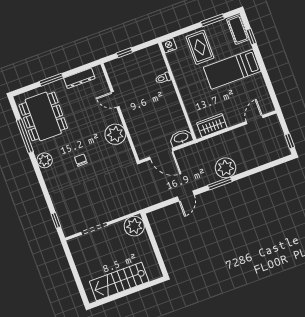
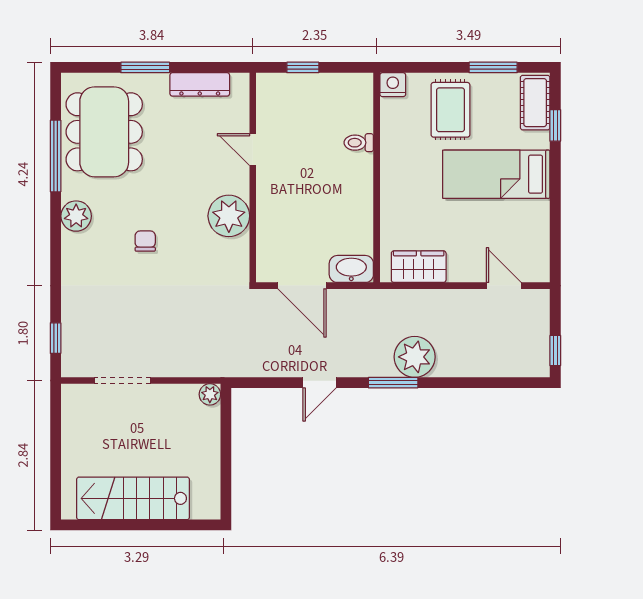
door: (255, 120) -> (504, 286), hinge flipped
plant: (134, 226) -> (210, 394), width x0.53, depth x0.53

